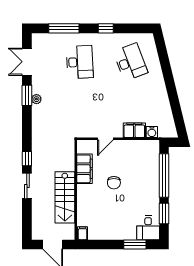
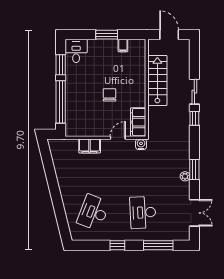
desk: (130, 62) -> (93, 212), turned 42
window: (27, 95) -> (194, 170), moved
water cooler: (152, 132) -> (141, 144), moved
filing cabinet: (85, 169) -> (138, 122), moved
filing cabinet: (83, 233) -> (123, 46), moved
window: (135, 244) -> (107, 35), moved

